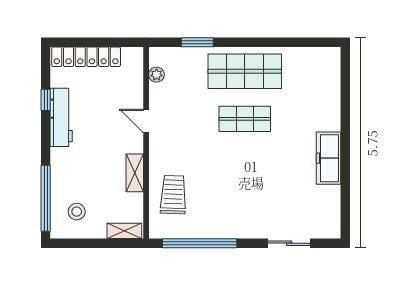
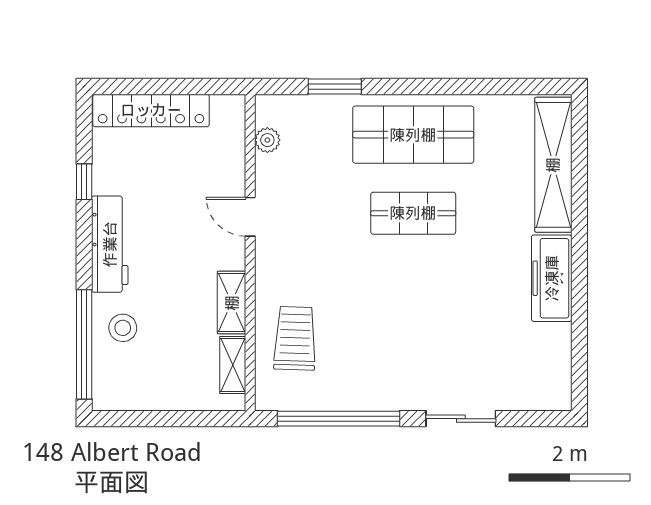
shelving: (330, 90) -> (553, 165), added
workbench: (61, 117) -> (110, 244), moved
stool: (77, 212) -> (123, 328), moved
shelving: (124, 231) -> (233, 365), moved, turned 90
sliding door: (289, 243) -> (461, 419), moved

